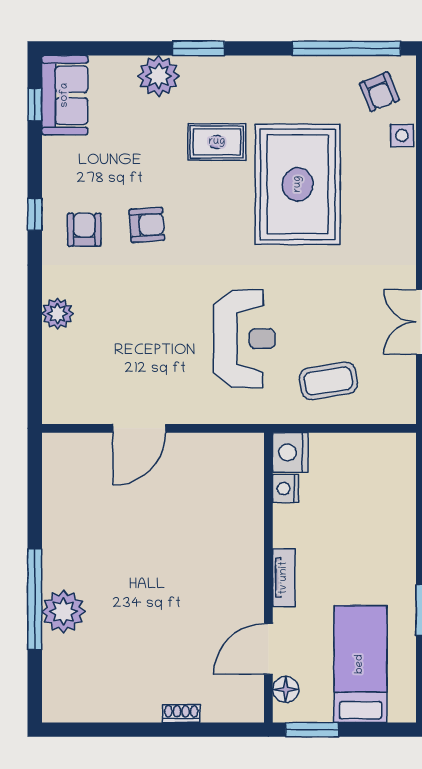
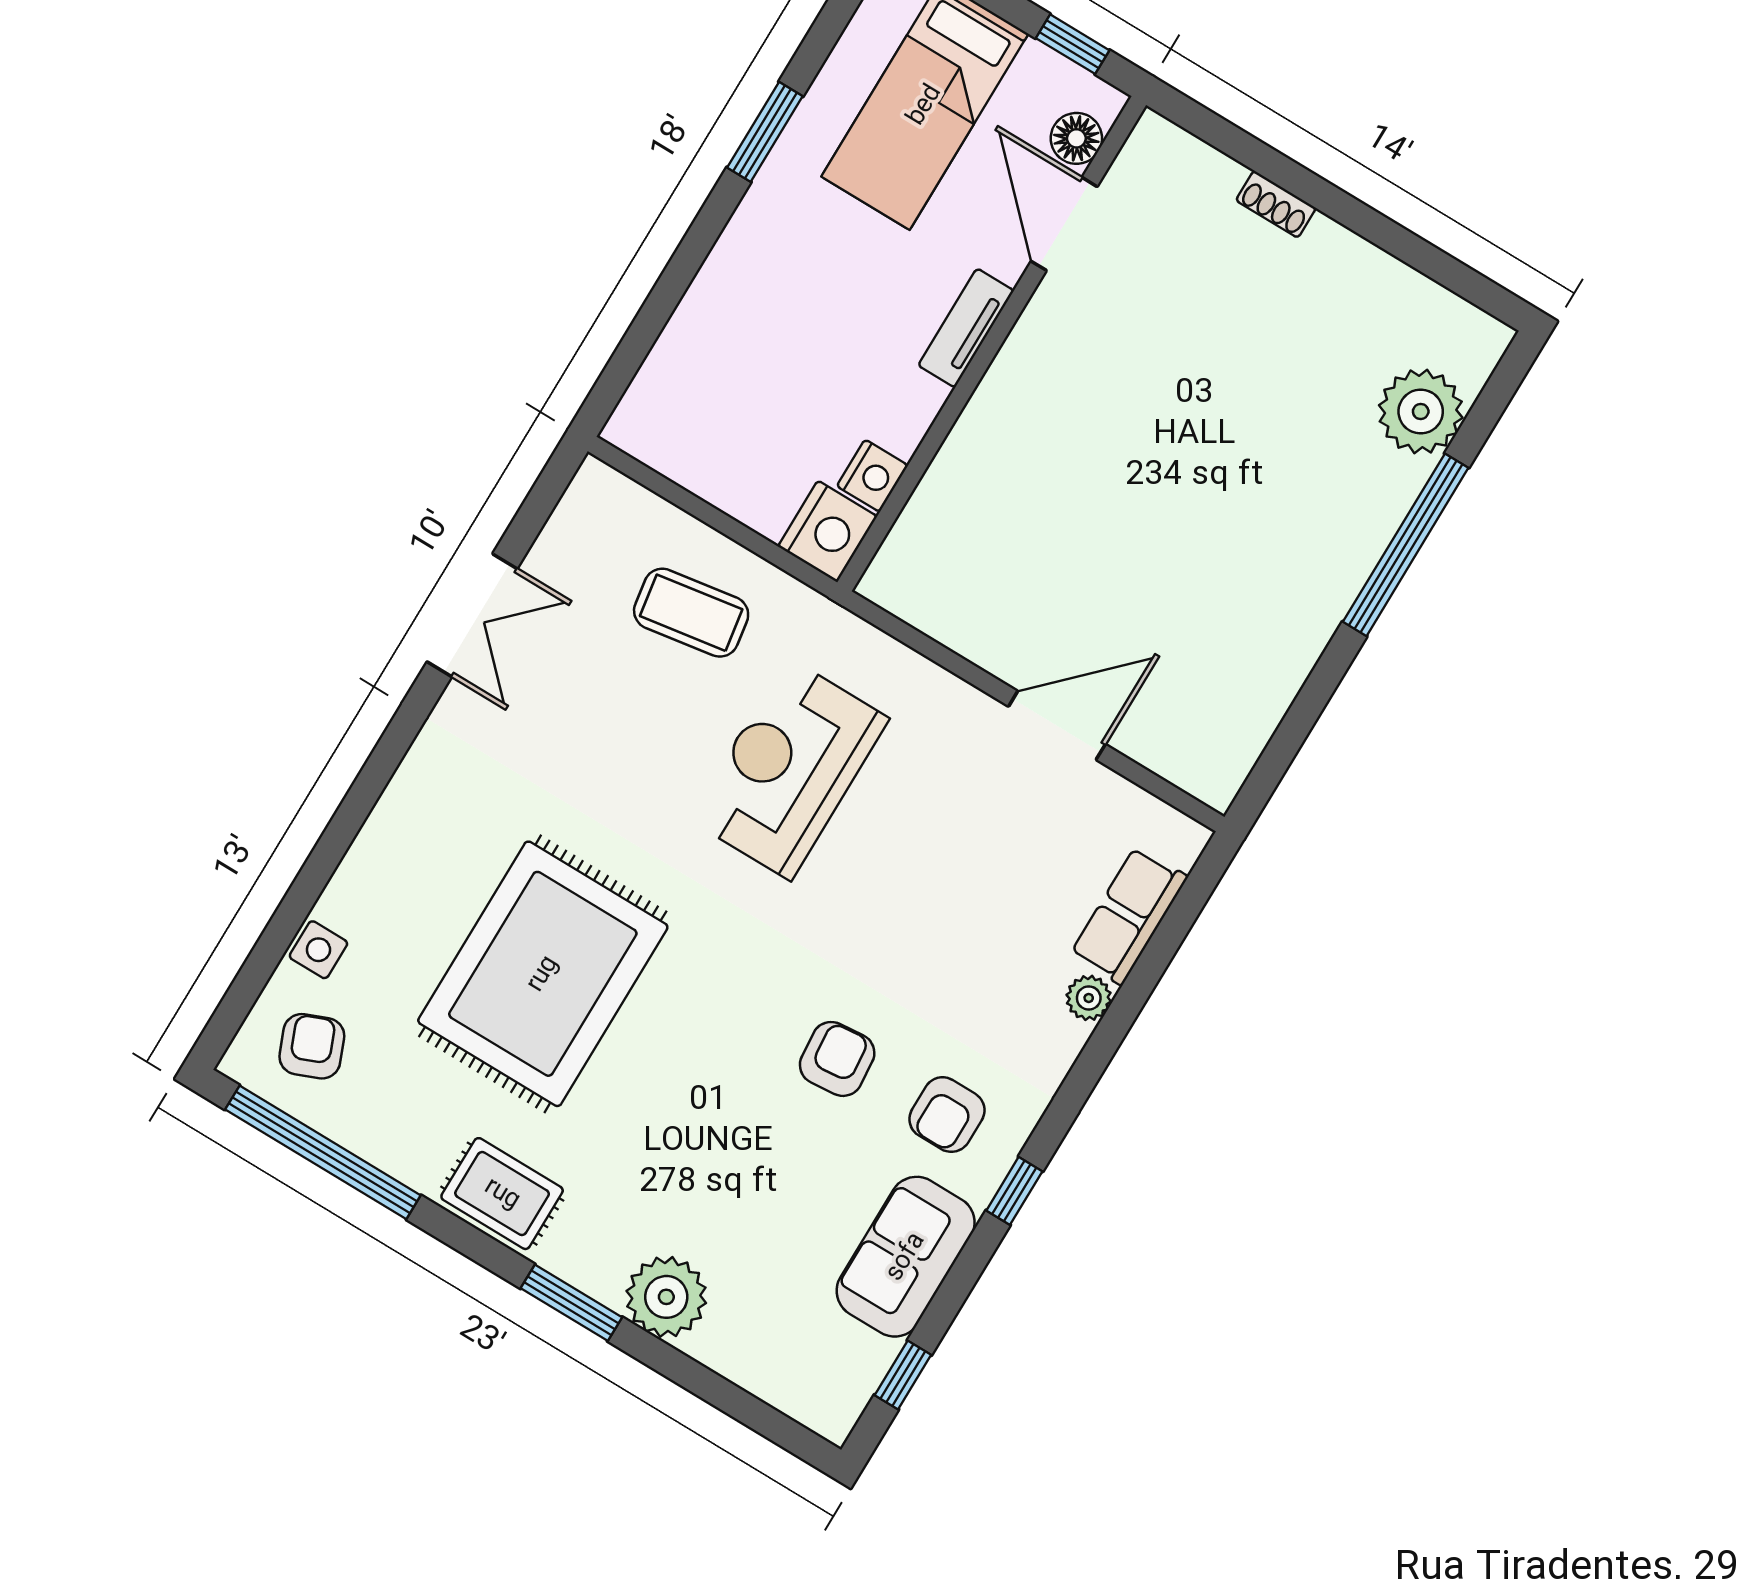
sofa: (65, 95) -> (906, 1257), moved
rug: (217, 142) -> (502, 1194), moved
armchair: (147, 225) -> (837, 1059), turned 89
plant: (58, 314) -> (1089, 998), width x0.73, depth x0.73
row of seats: (57, 365) -> (1129, 916), added
plant: (63, 612) -> (1421, 412), moved
door: (268, 649) -> (1064, 224), swing flipped
window: (312, 730) -> (1073, 44), width x0.67

